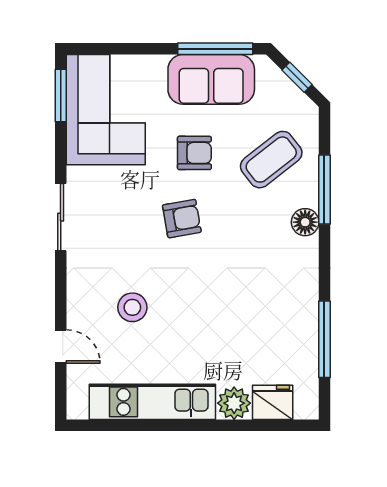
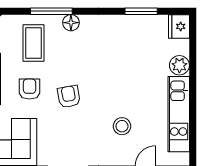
coffee table: (271, 160) -> (33, 43), turned 38
window: (324, 339) -> (141, 11), width x0.69
fridge: (273, 402) -> (179, 26), moved

